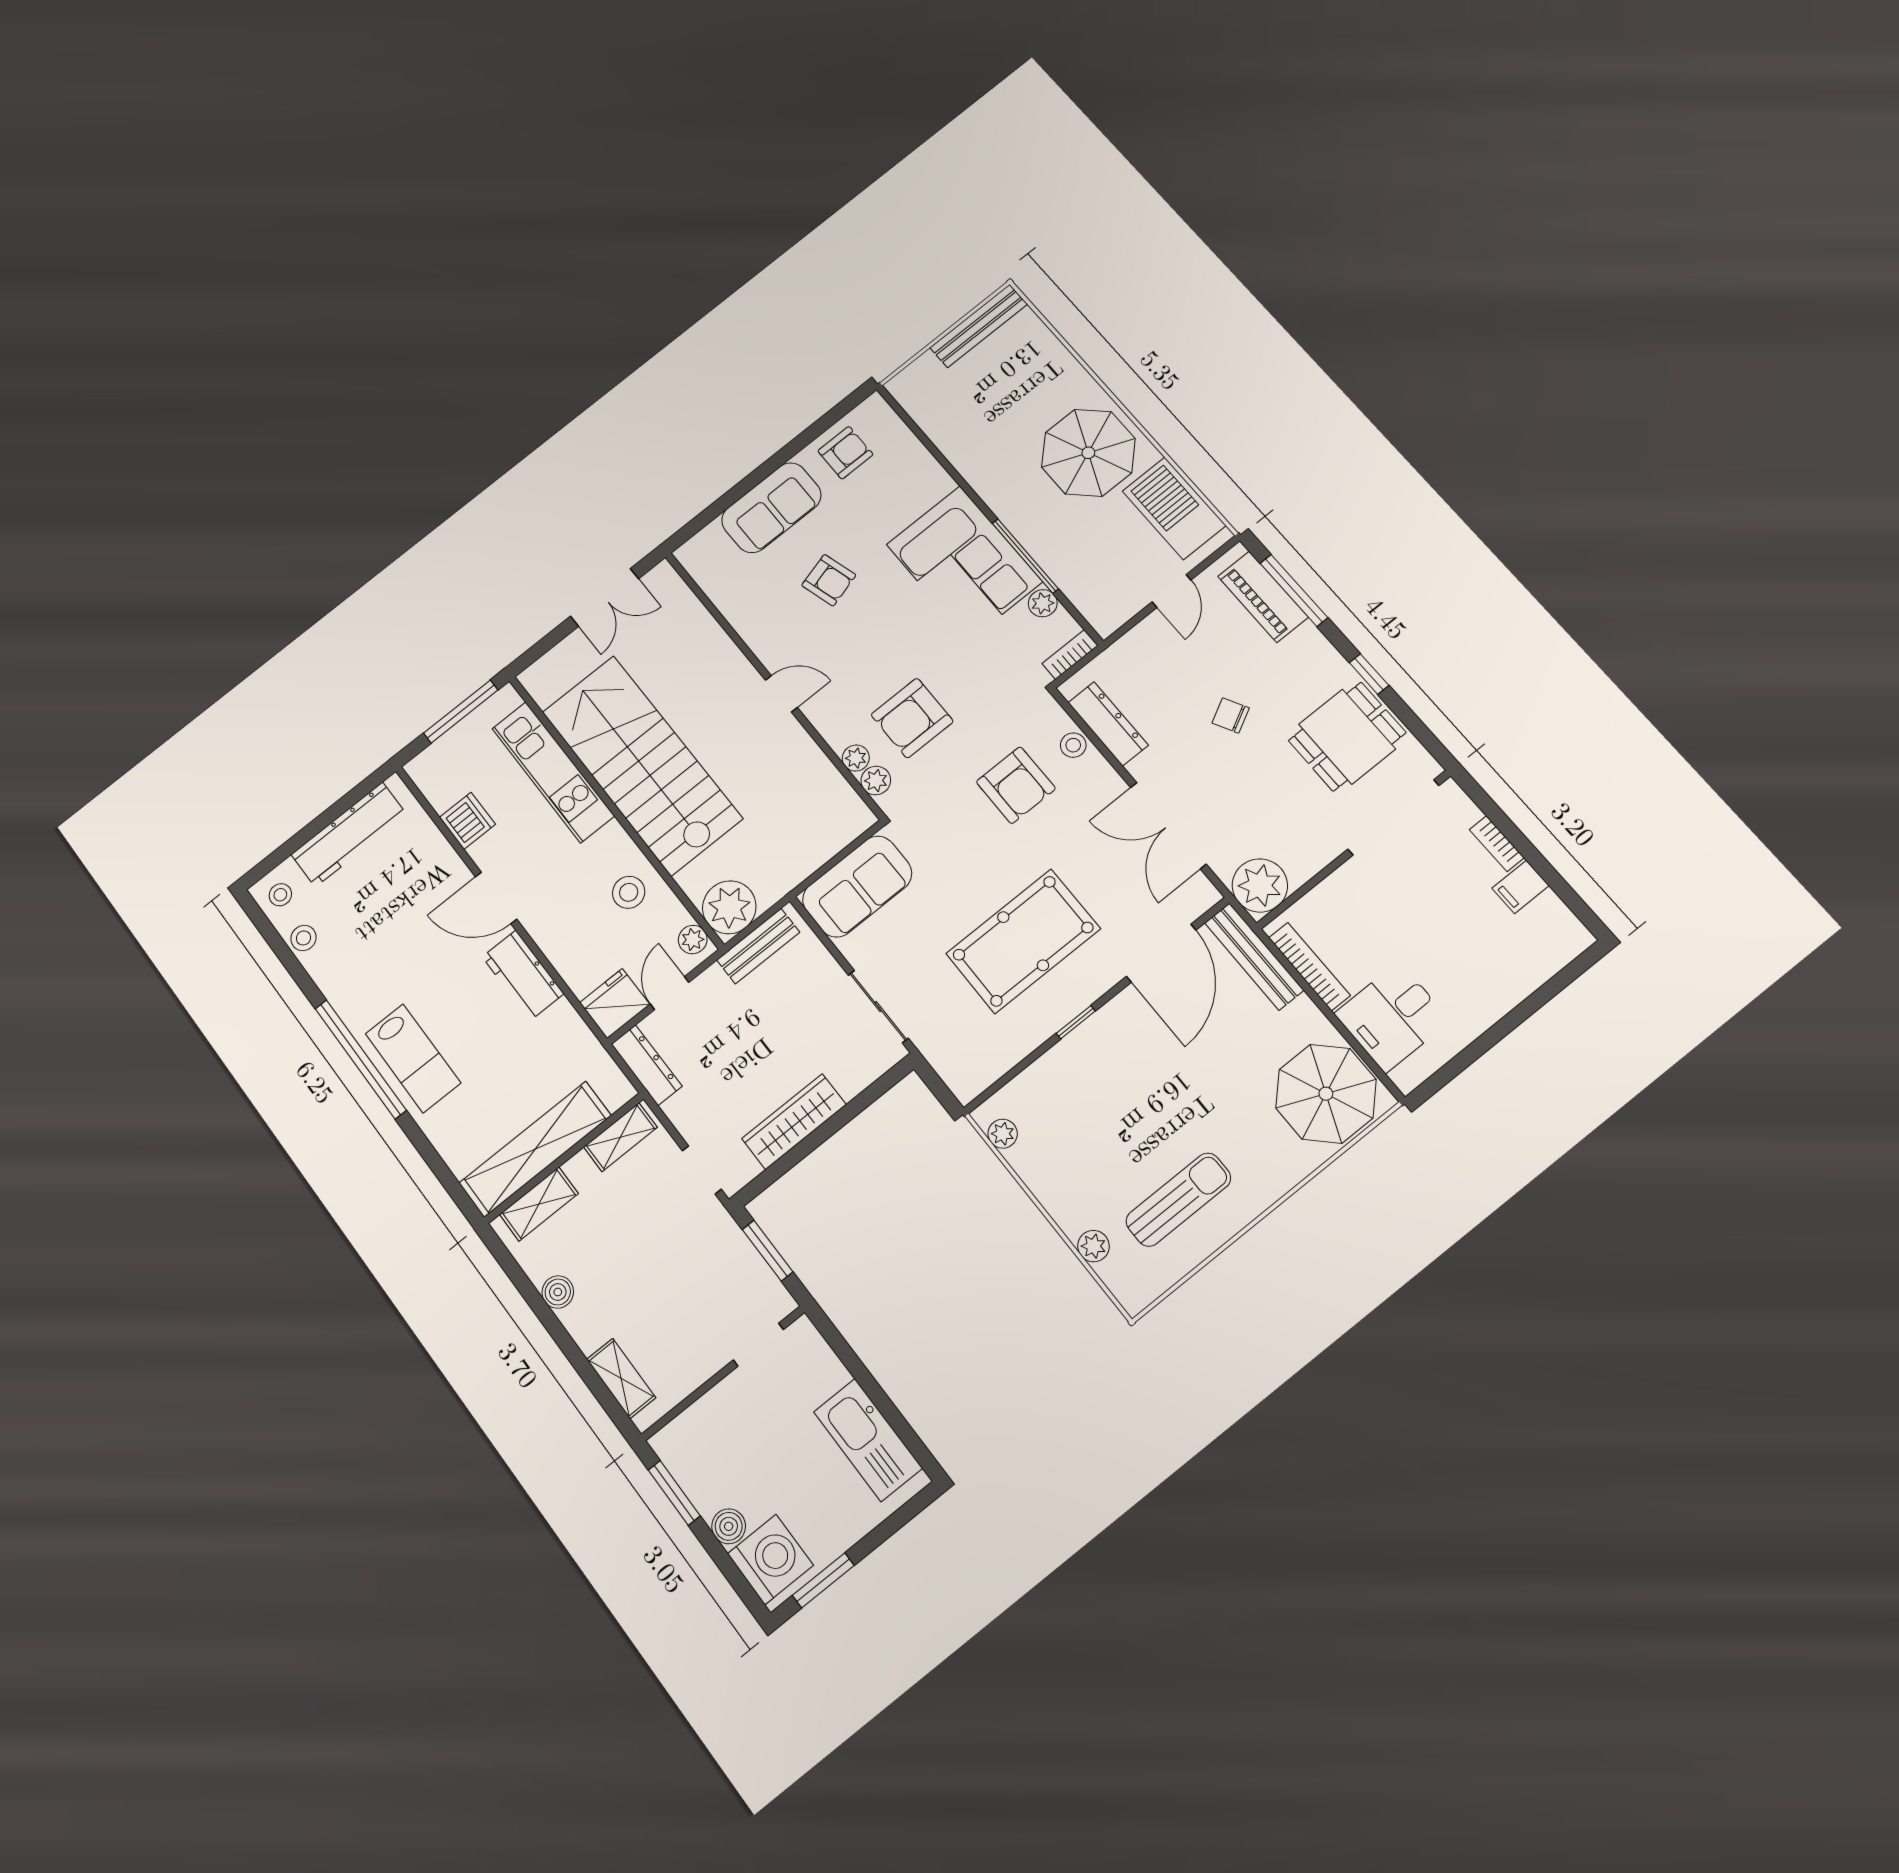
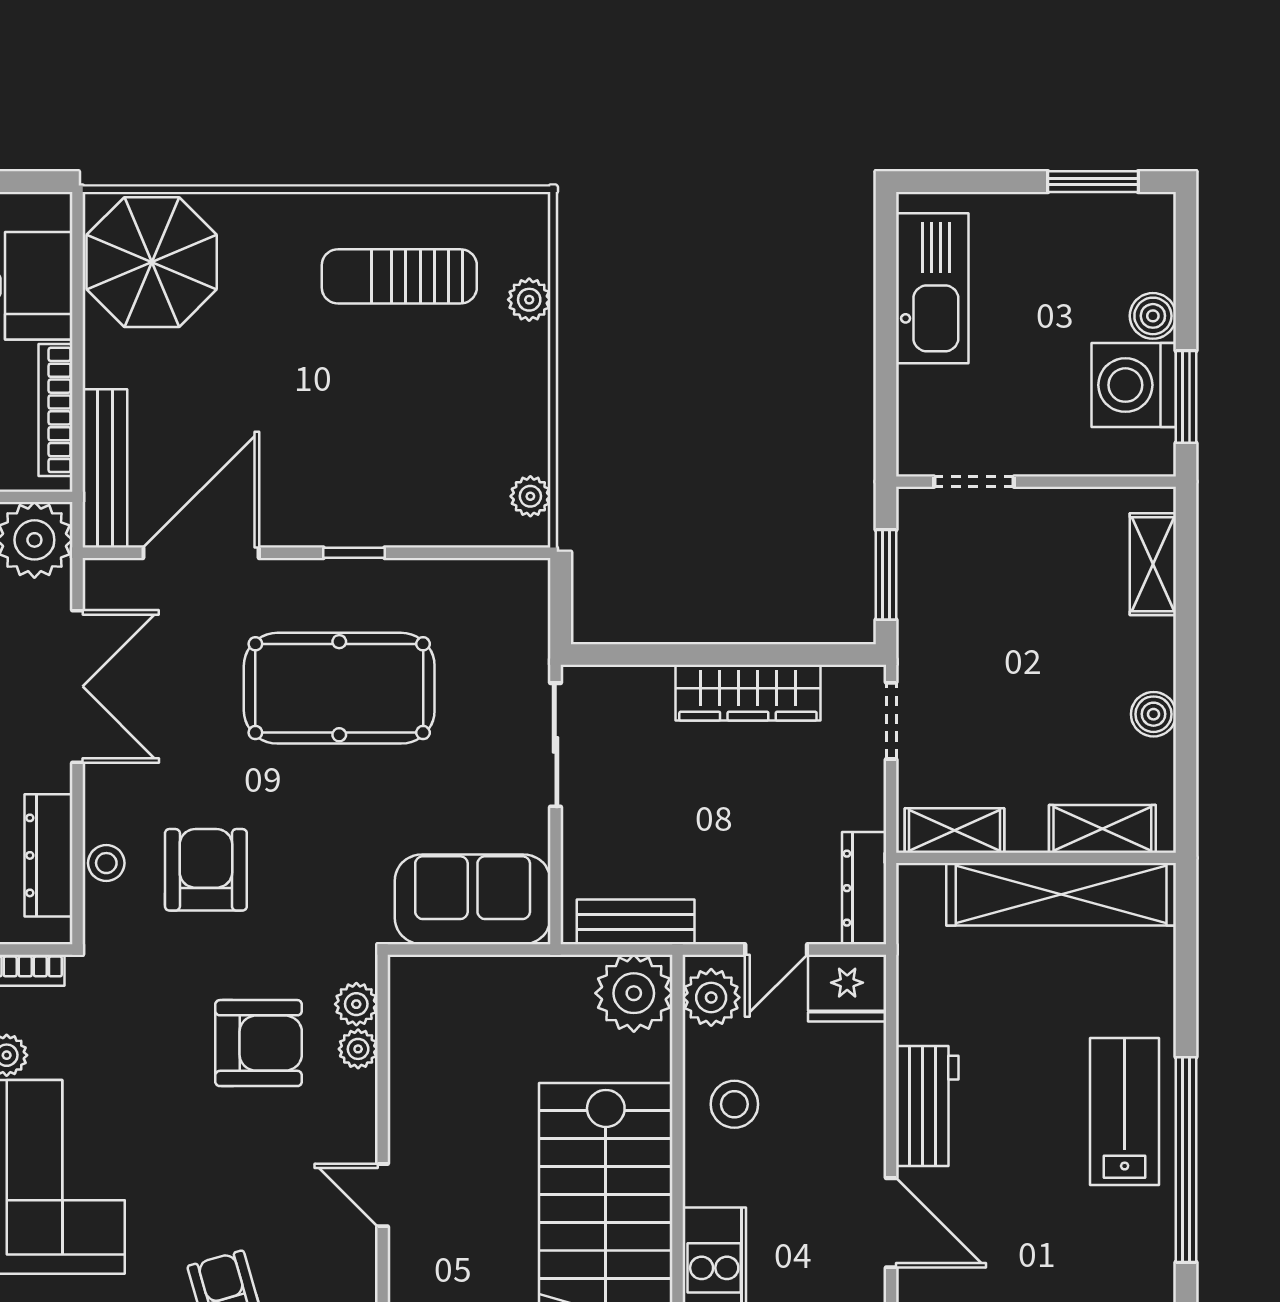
plant: (693, 940) -> (711, 997), width x1.38, depth x1.38
washing machine: (770, 1559) -> (1134, 385), moved

